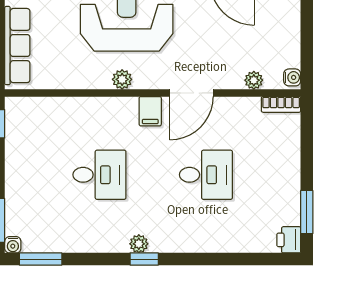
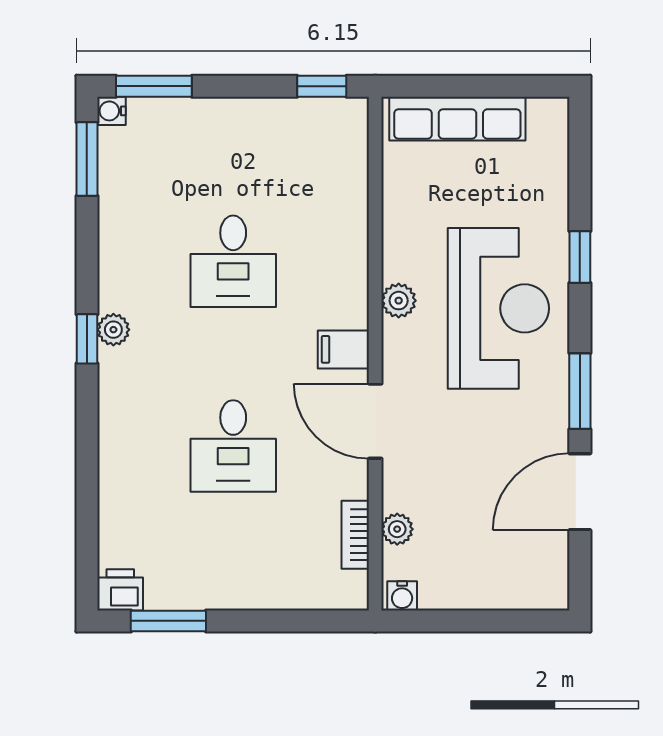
bookcase: (281, 104) -> (355, 535), moved

